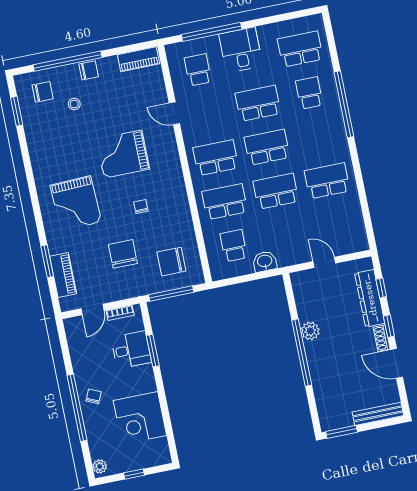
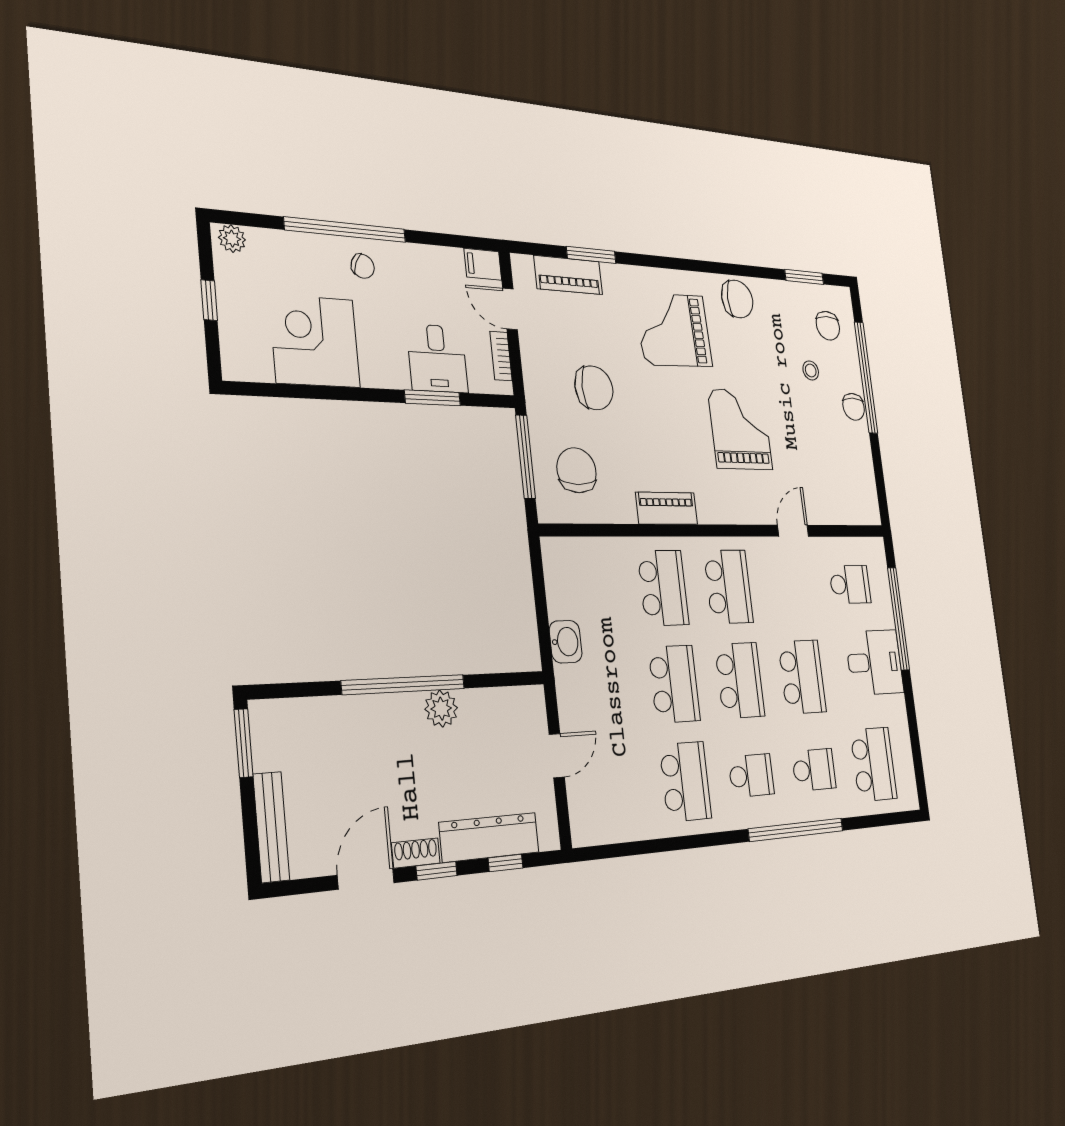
piano: (138, 59) -> (667, 508), moved, turned 90
chair: (141, 207) -> (737, 299), moved, width x1.87, depth x1.87
school desk: (234, 246) -> (751, 776), moved
filing cabinet: (72, 328) -> (483, 264), added

